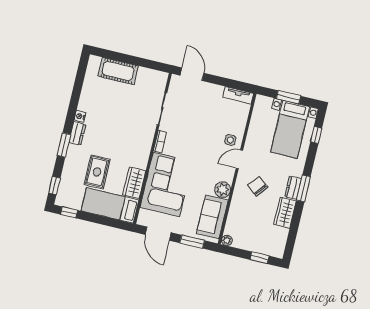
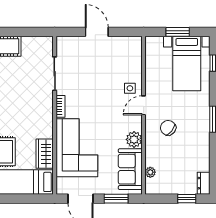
door: (192, 74) -> (97, 32), moved
tv unit: (238, 95) -> (127, 42), removed
dresser: (293, 188) -> (204, 183), moved
wardrobe: (285, 213) -> (201, 148), removed
plant: (227, 240) -> (150, 172), moved

